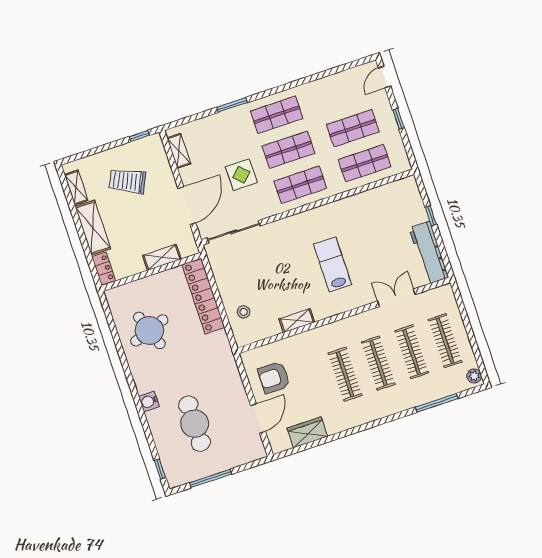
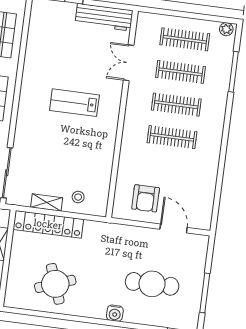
shelving: (297, 321) -> (47, 203), moved, turned 90
wardrobe: (307, 432) -> (206, 192), removed

